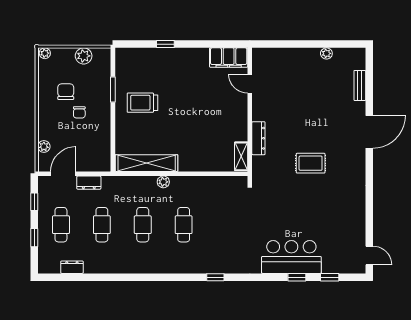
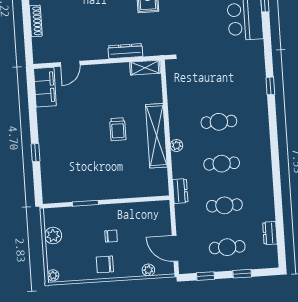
shoe rack: (294, 53) -> (36, 21), added
chair: (66, 92) -> (105, 264), moved
trolley: (142, 103) -> (118, 129), moved, width x0.73, depth x0.72
shelving: (147, 163) -> (156, 136), moved
dresser: (89, 183) -> (180, 191), moved

